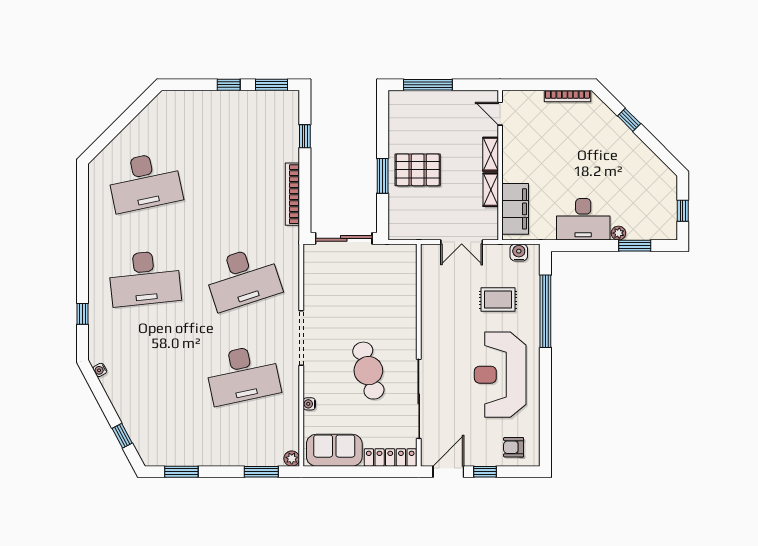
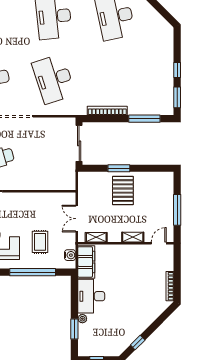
window: (428, 85) -> (177, 210), moved
window: (629, 120) -> (138, 342), moved
window: (305, 136) -> (144, 119), width x2.17
shelving: (491, 190) -> (96, 237), moved
filing cabinet: (515, 209) -> (86, 262), moved, turned -90

